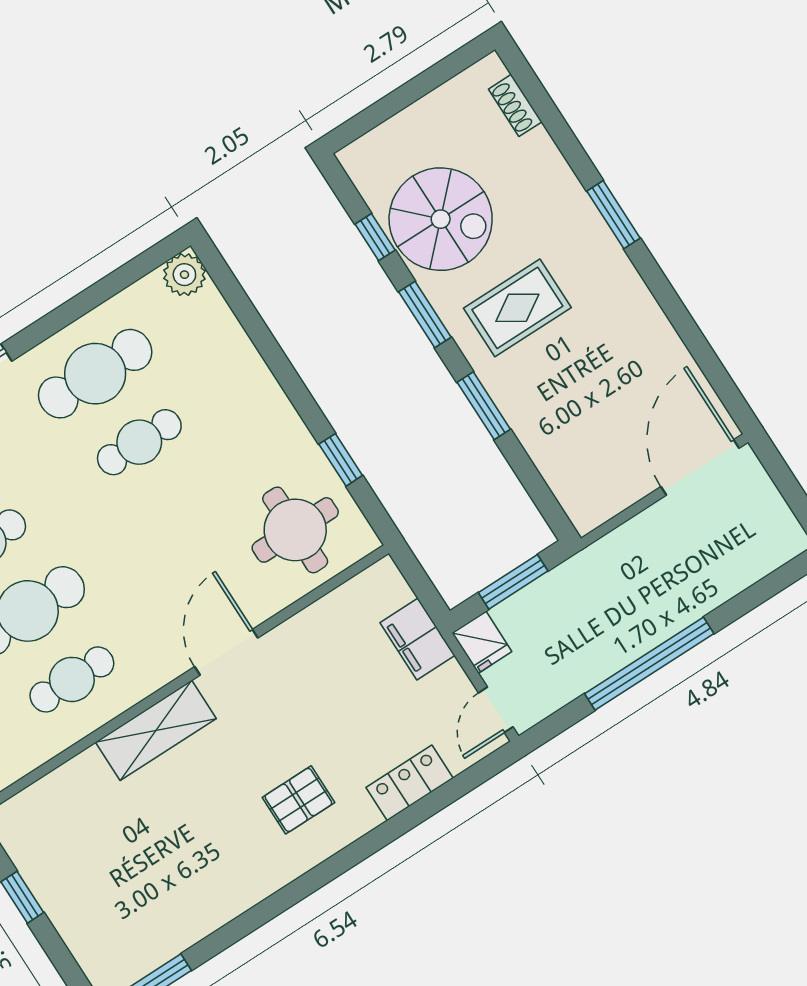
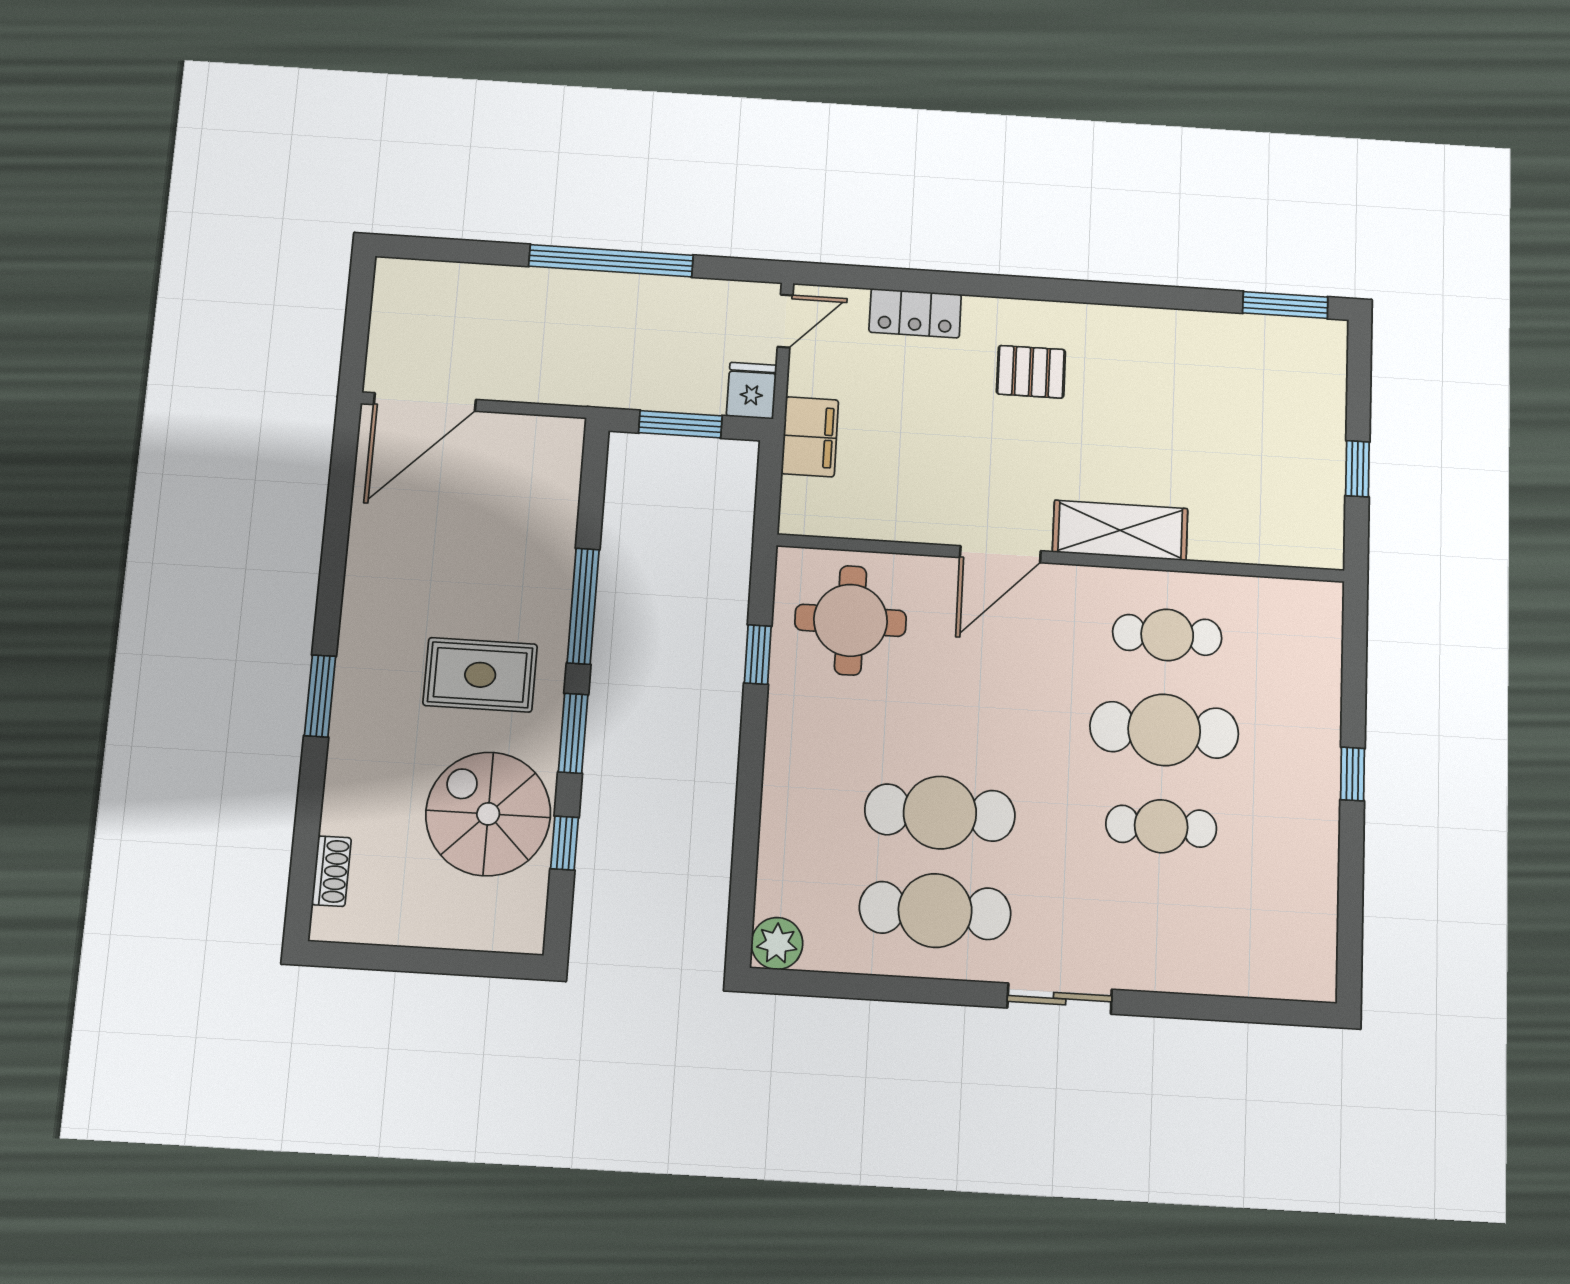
window: (484, 406) -> (583, 606), width x1.44
cafe table: (139, 442) -> (940, 813), width x1.37, depth x1.35

